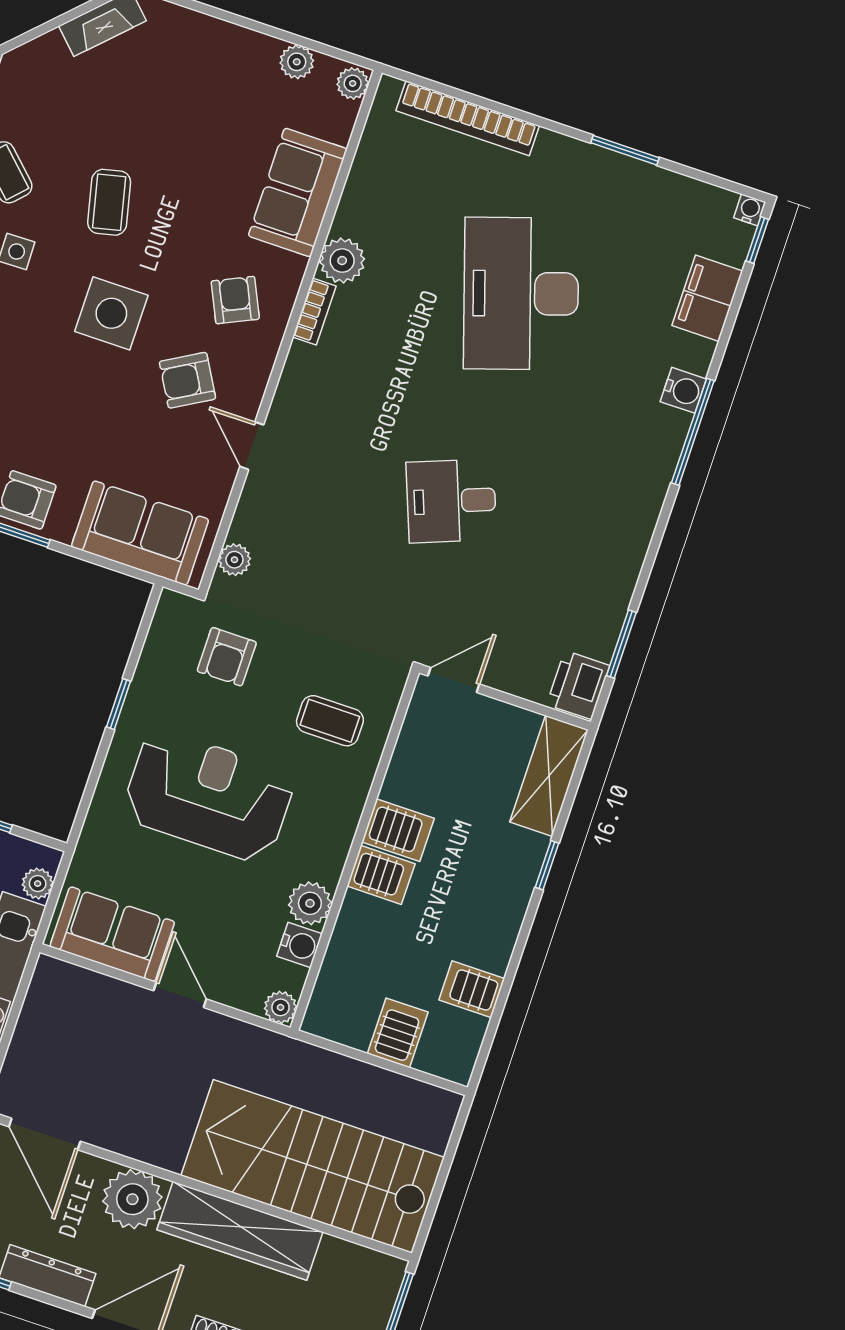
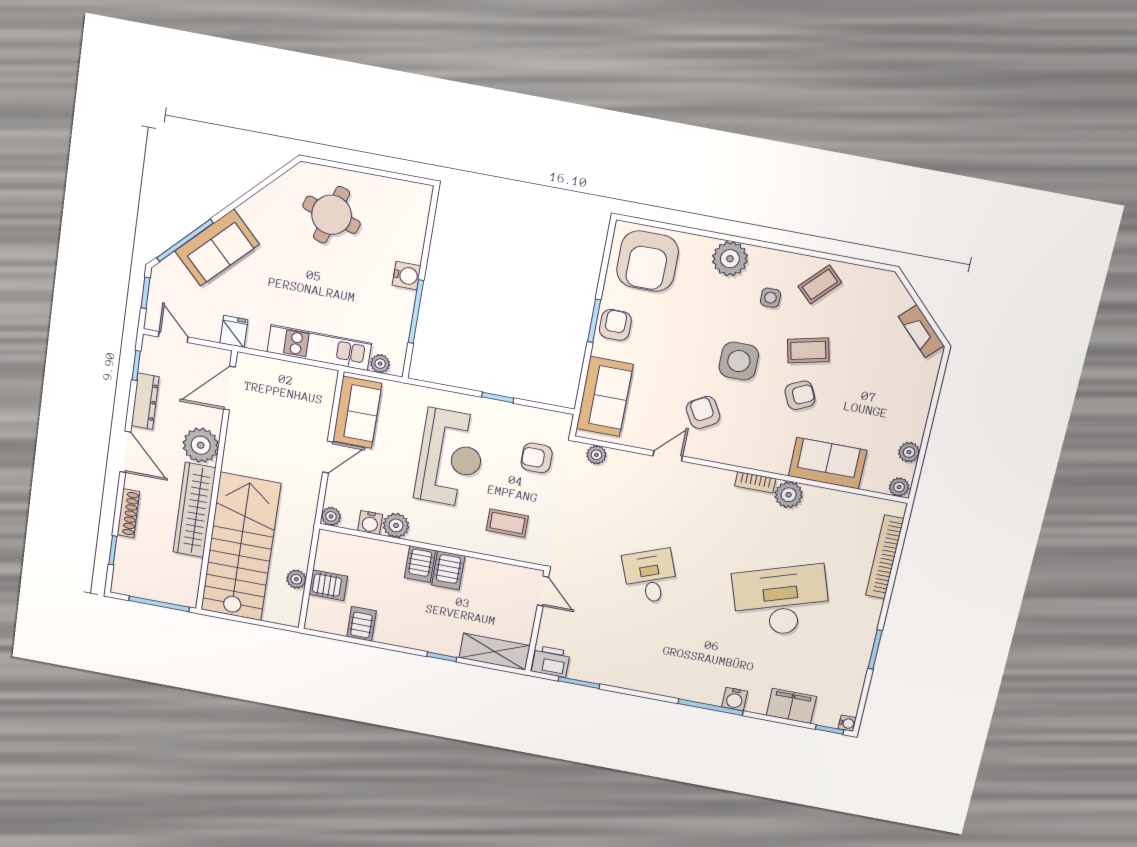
armchair: (235, 300) -> (800, 395), moved
coffee table: (330, 721) -> (507, 523), turned 90
plant: (380, 1084) -> (296, 579), added

